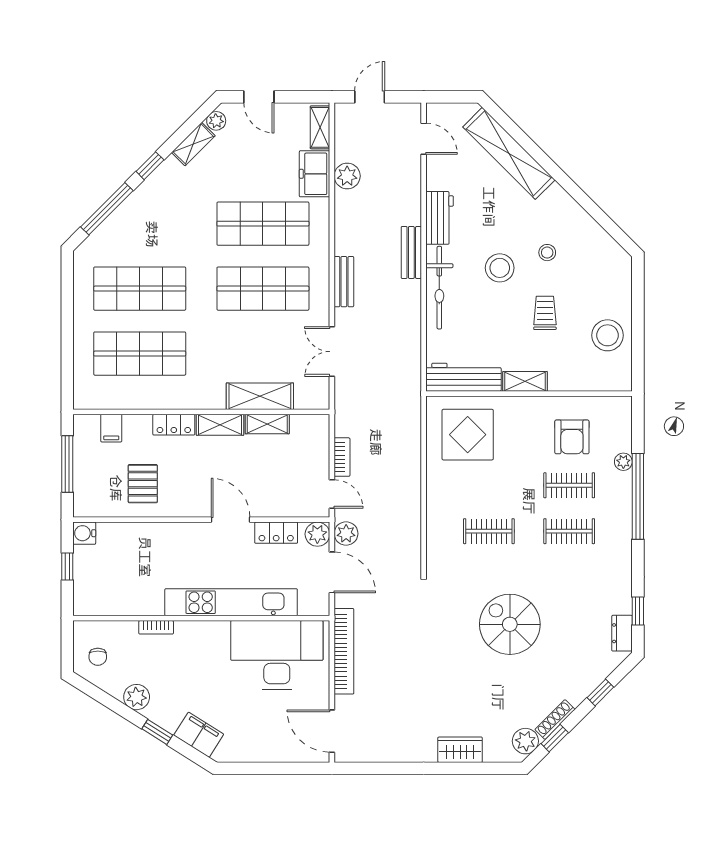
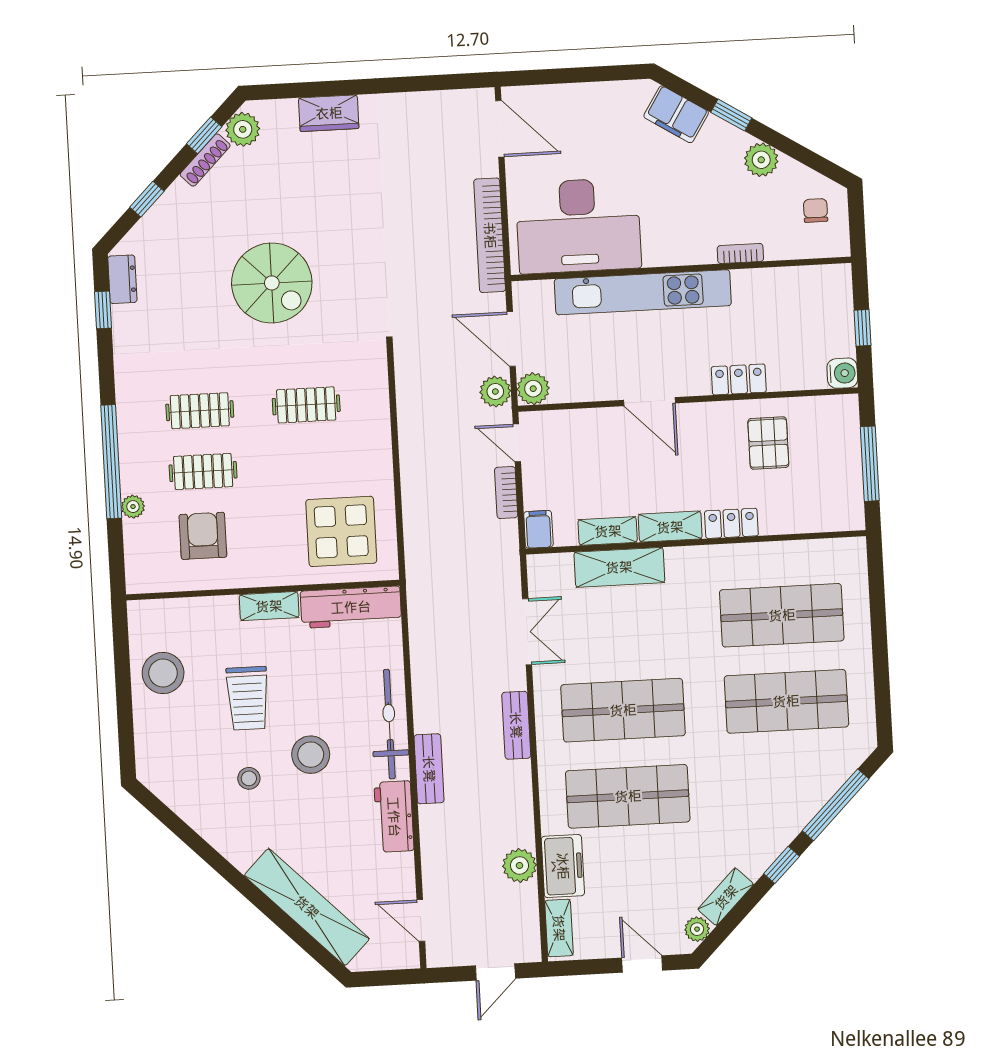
trolley: (545, 313) -> (248, 698), width x1.36, depth x1.39
filing cabinet: (111, 428) -> (538, 529), moved
locker: (276, 533) -> (739, 379), moved

